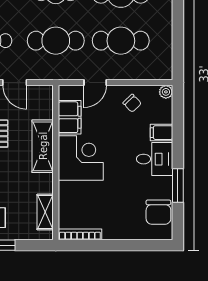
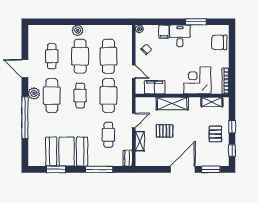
corner desk: (81, 158) -> (197, 80), moved
chair: (158, 212) -> (219, 42), moved, turned 180

